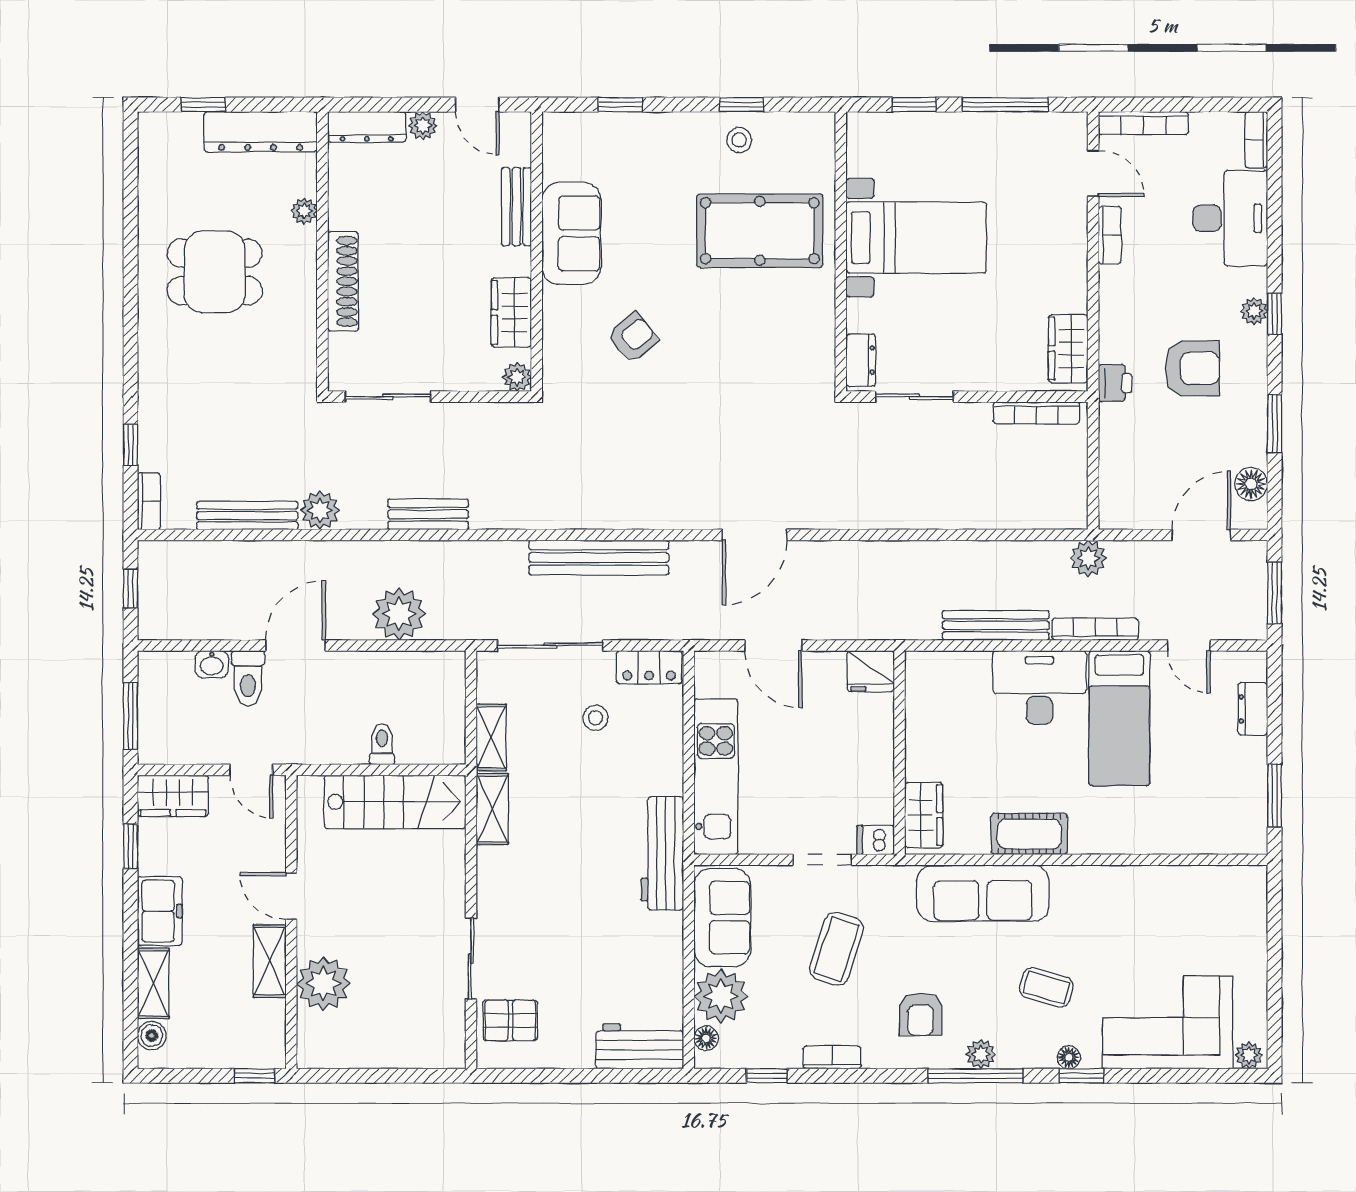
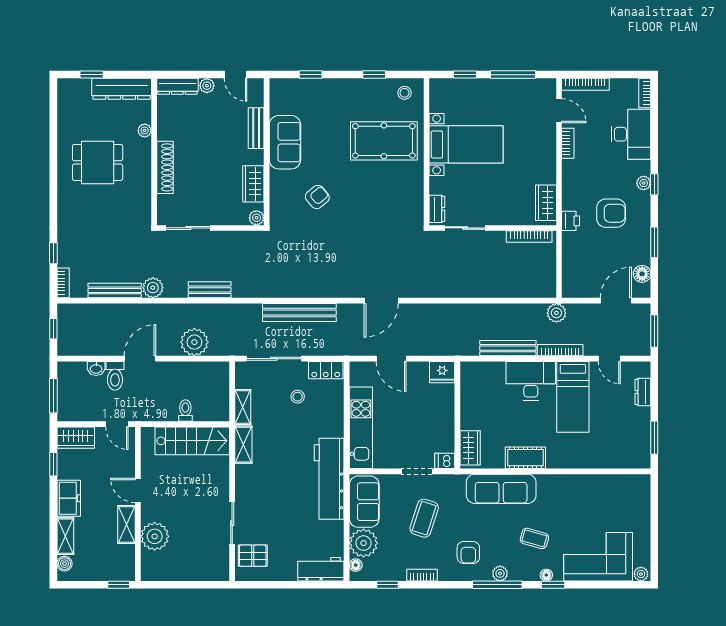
stool: (739, 140) -> (405, 93), moved
workbench: (662, 853) -> (329, 479), width x1.36, depth x1.32

